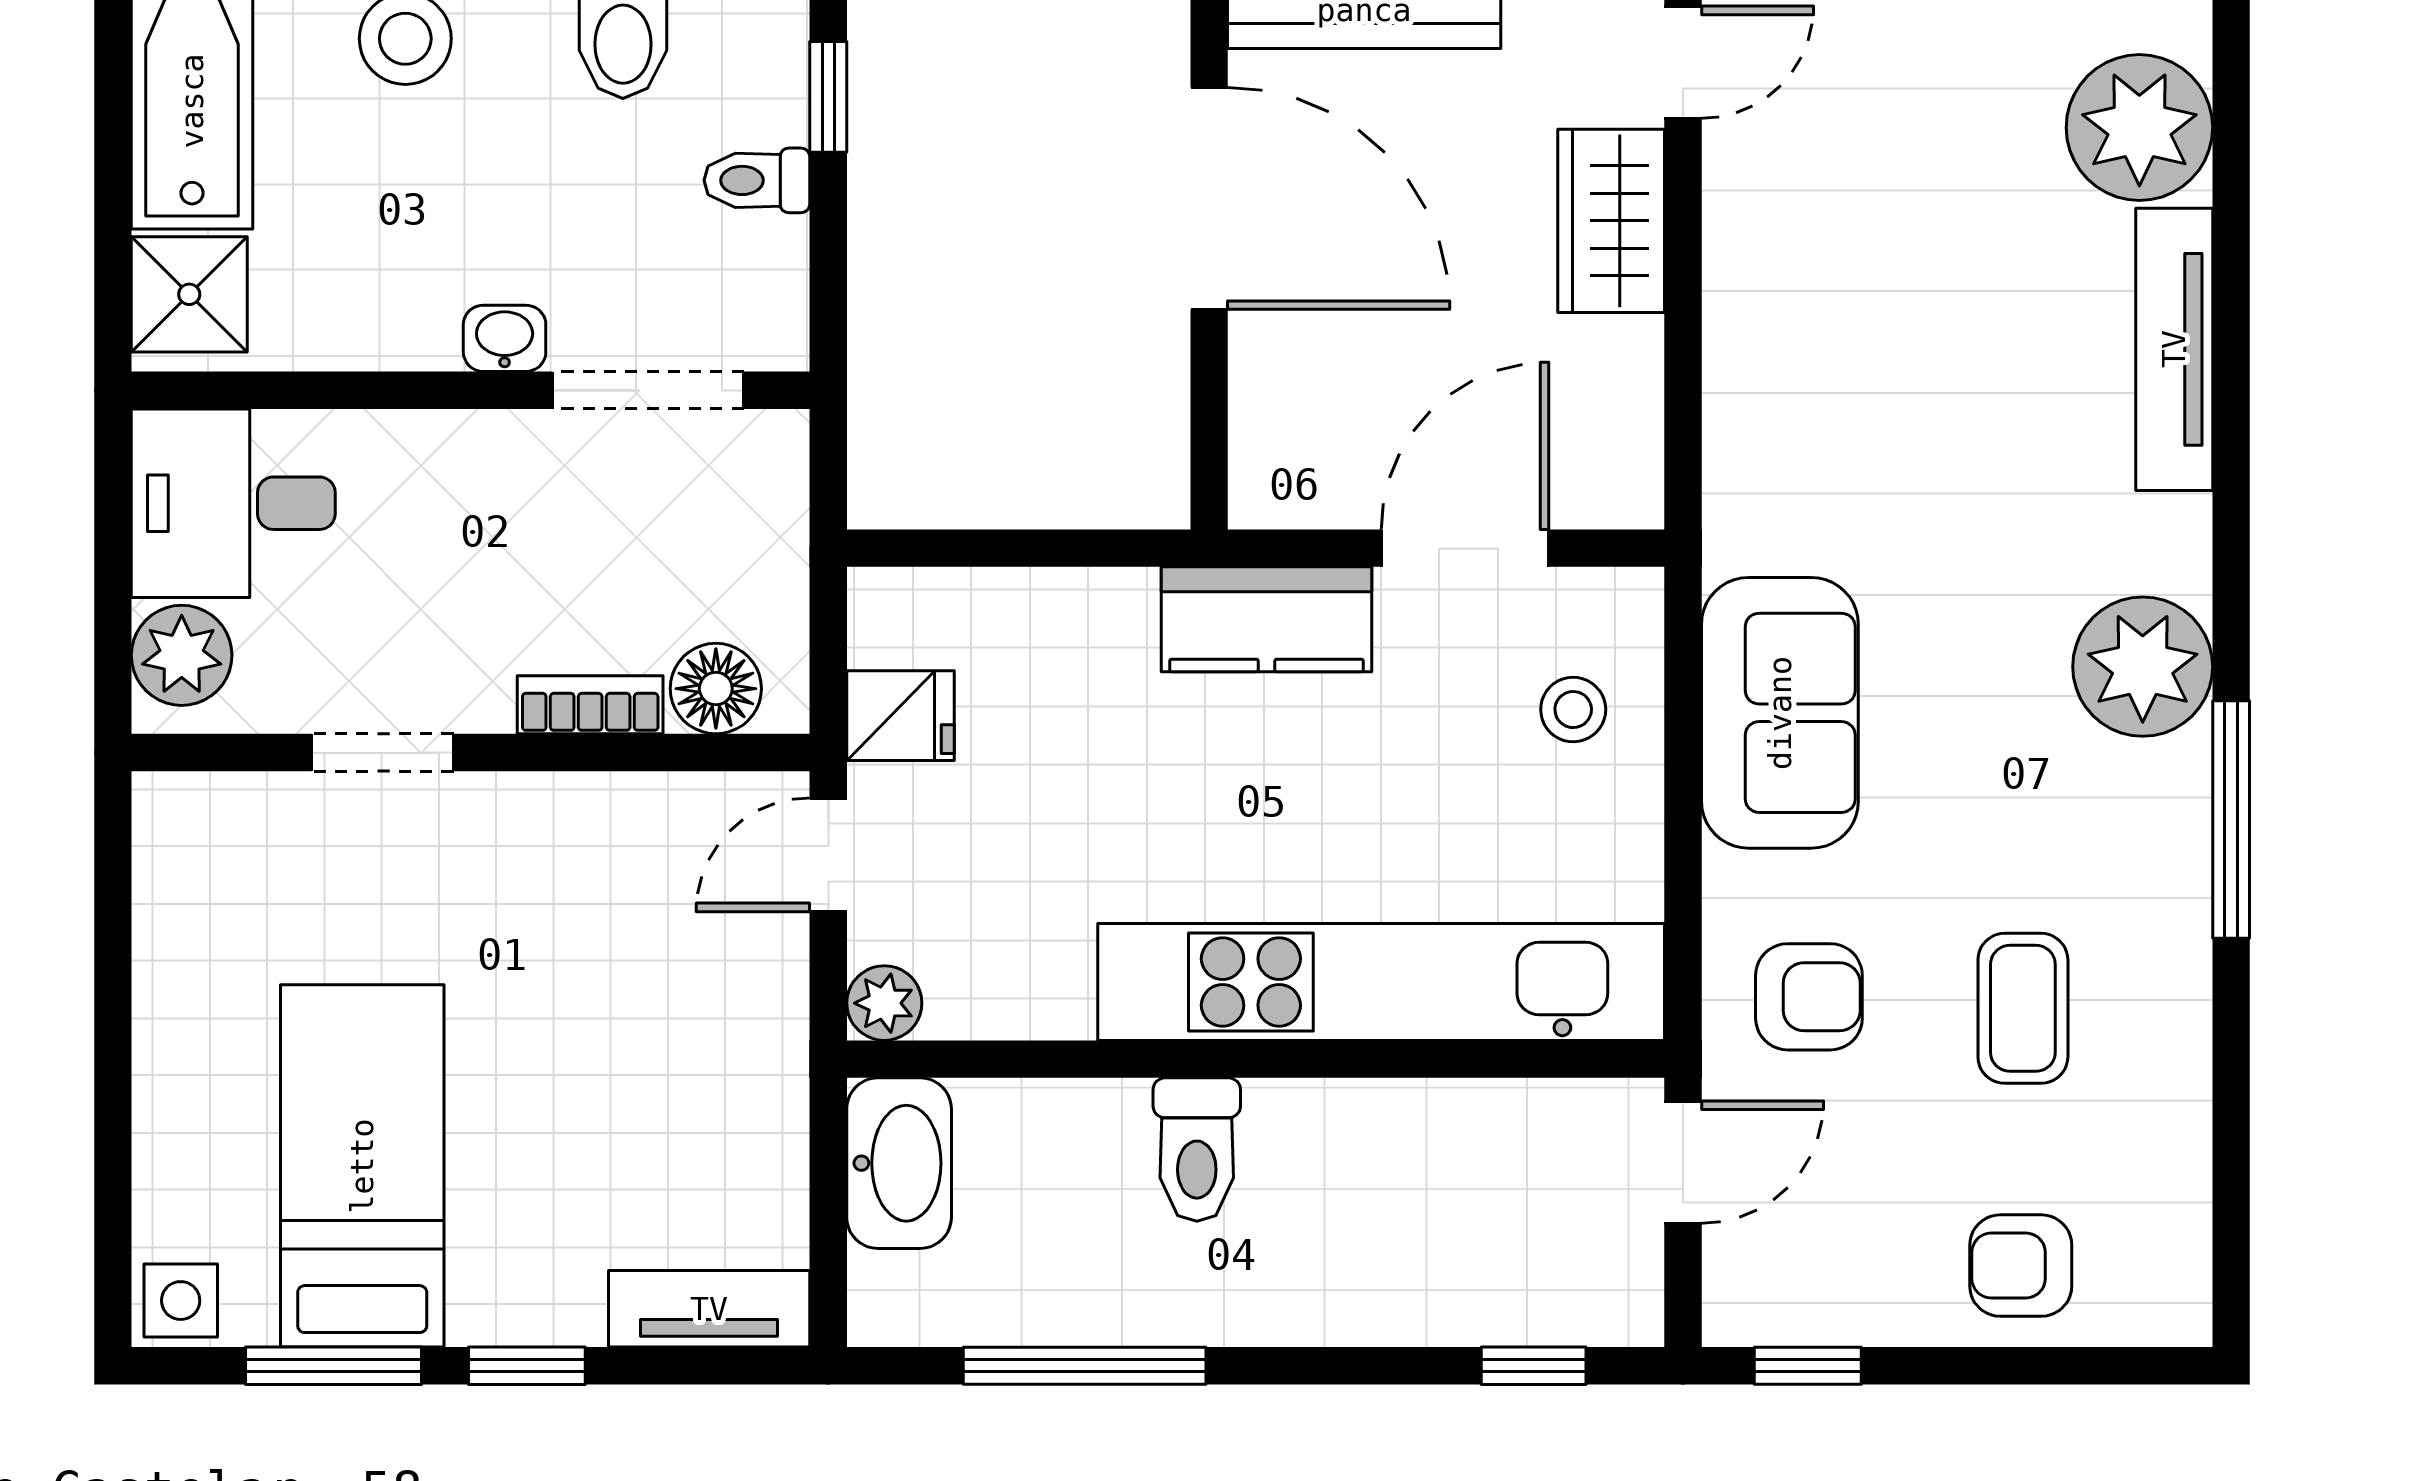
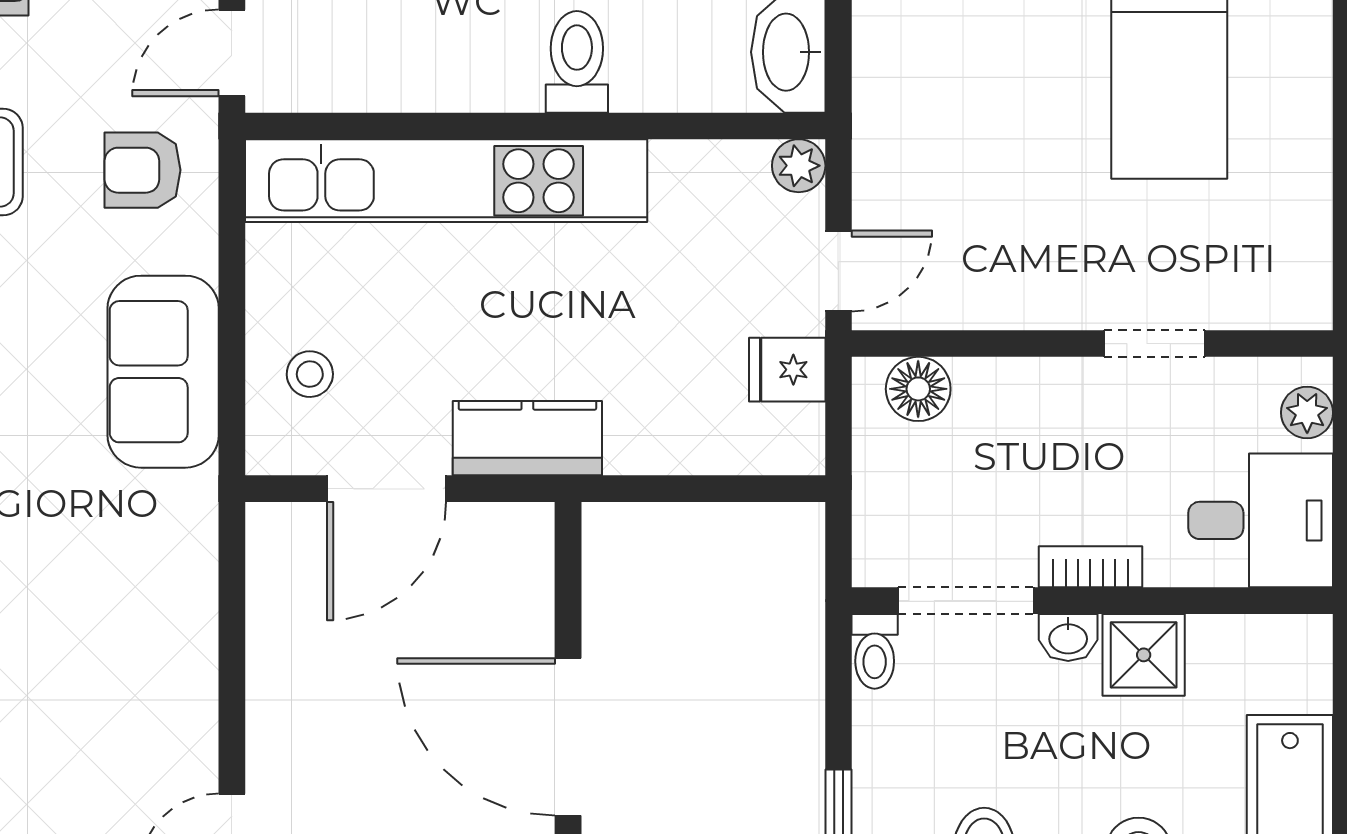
toilet: (757, 180) -> (875, 651), moved, turned 90
wardrobe: (1611, 221) -> (283, 721), removed
shower: (189, 294) -> (1144, 655), moved
plant: (182, 655) -> (1307, 413), width x0.73, depth x0.73
bookcase: (590, 705) -> (1090, 567), moved, turned 180

